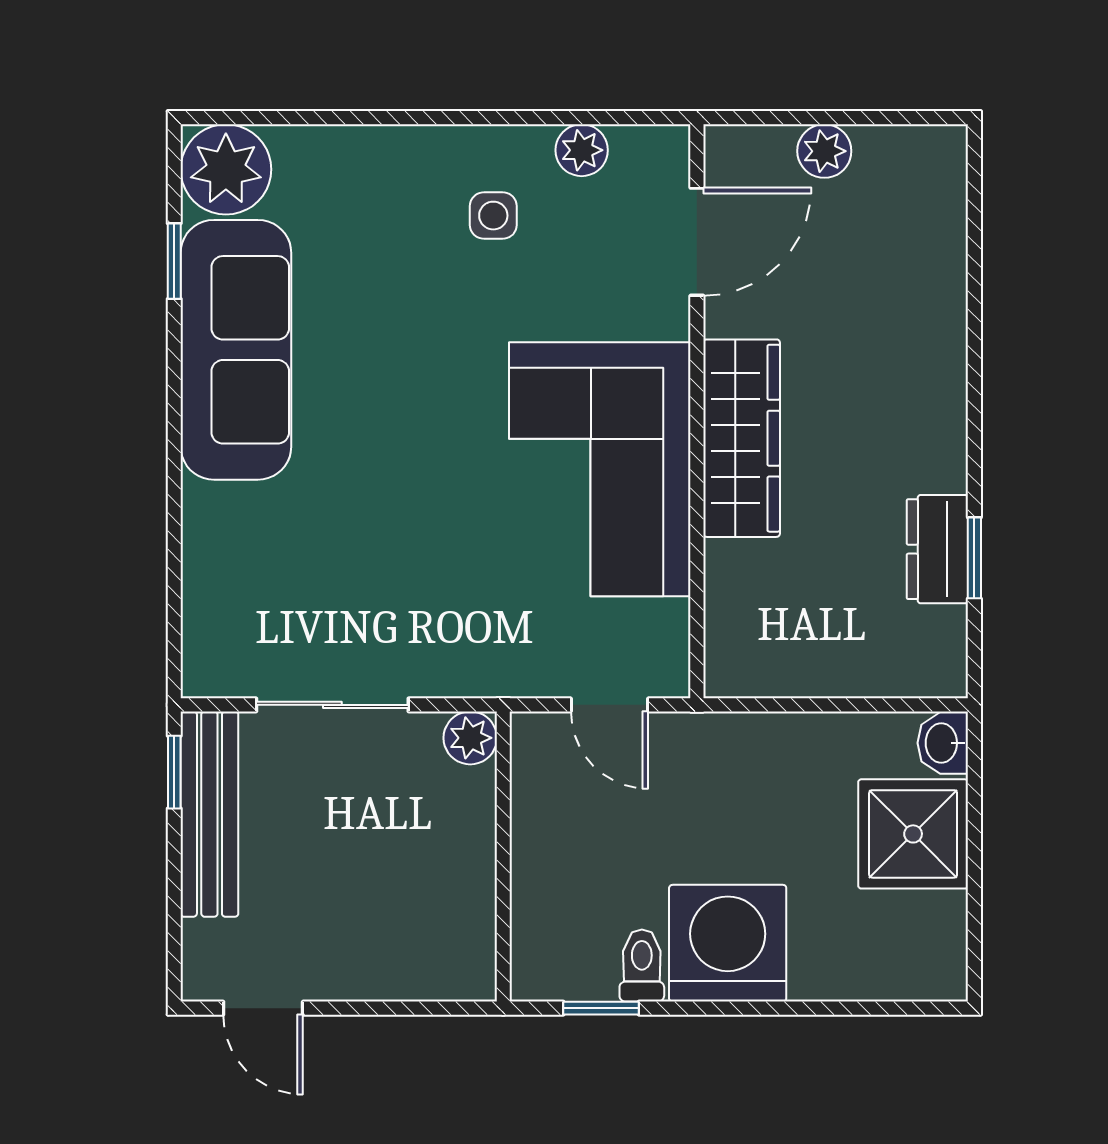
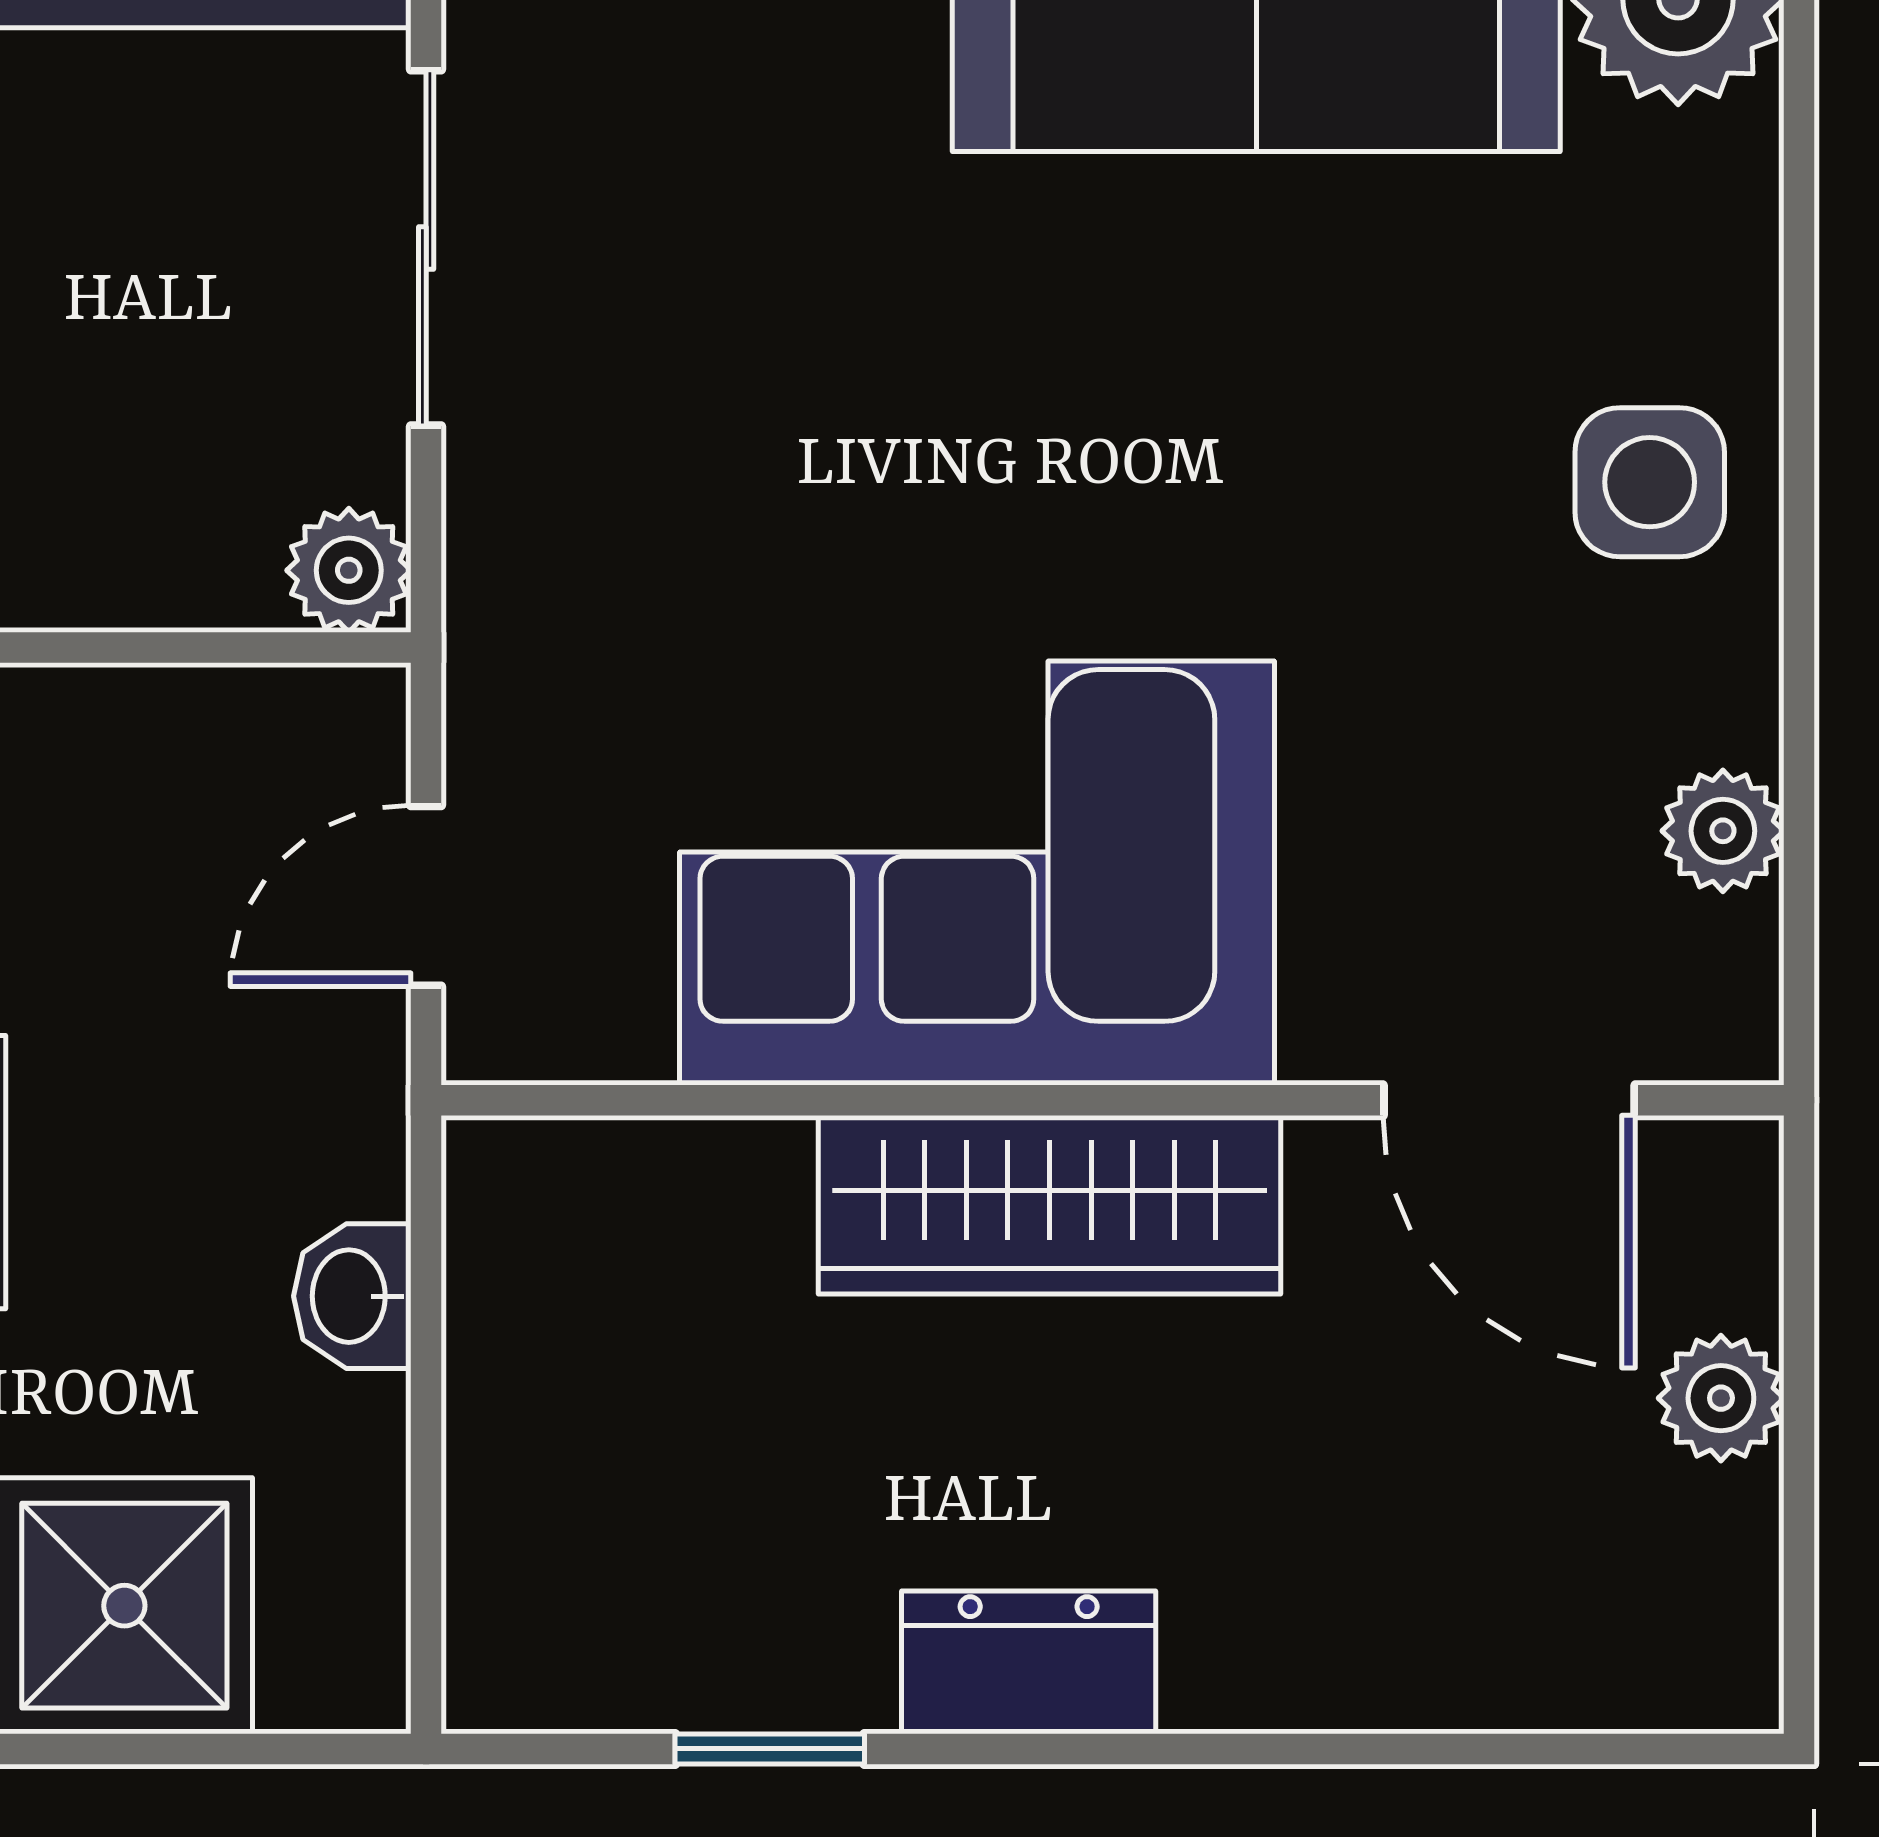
side table: (493, 216) -> (1650, 482), moved, width x1.37, depth x1.37
dresser: (937, 549) -> (1029, 1662), moved
washbasin: (943, 743) -> (352, 1296), moved, turned -90

